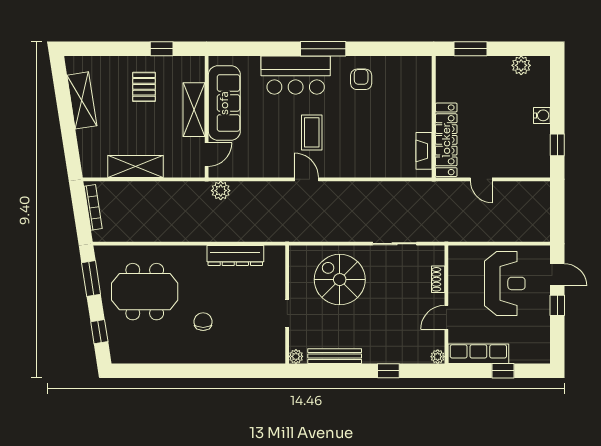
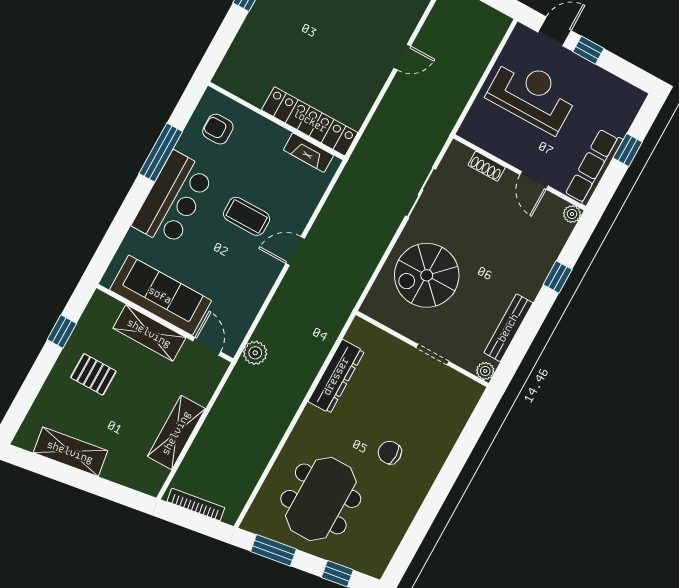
wall: (434, 117) -> (276, 121), moved
locker: (446, 140) -> (310, 121), moved
fireplace: (424, 151) -> (308, 153), moved

